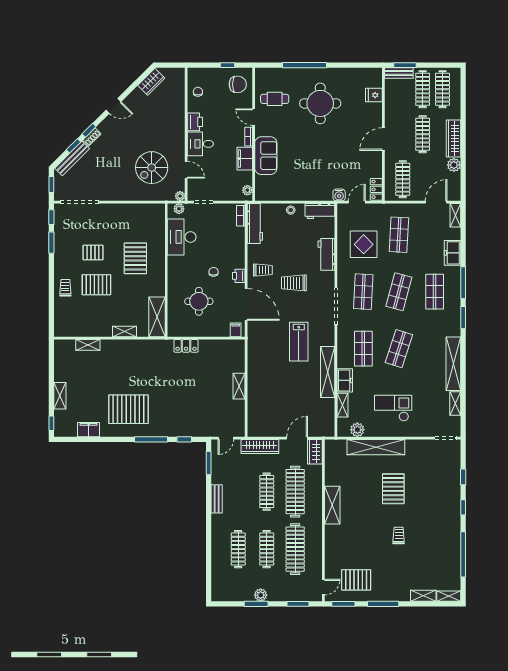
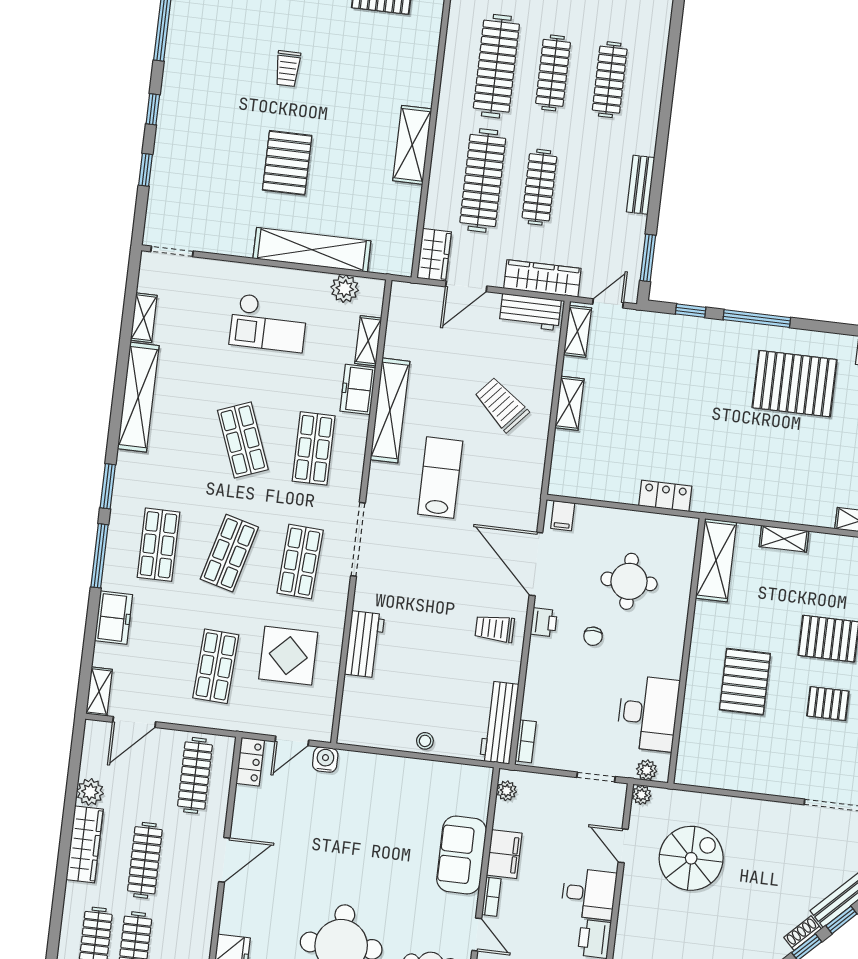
workbench: (320, 211) -> (530, 312), moved, turned 180
trolley: (294, 283) -> (501, 405), moved, turned -139
shop shelf: (399, 349) -> (243, 440), turned -39
shelving: (239, 422) -> (577, 331), added

